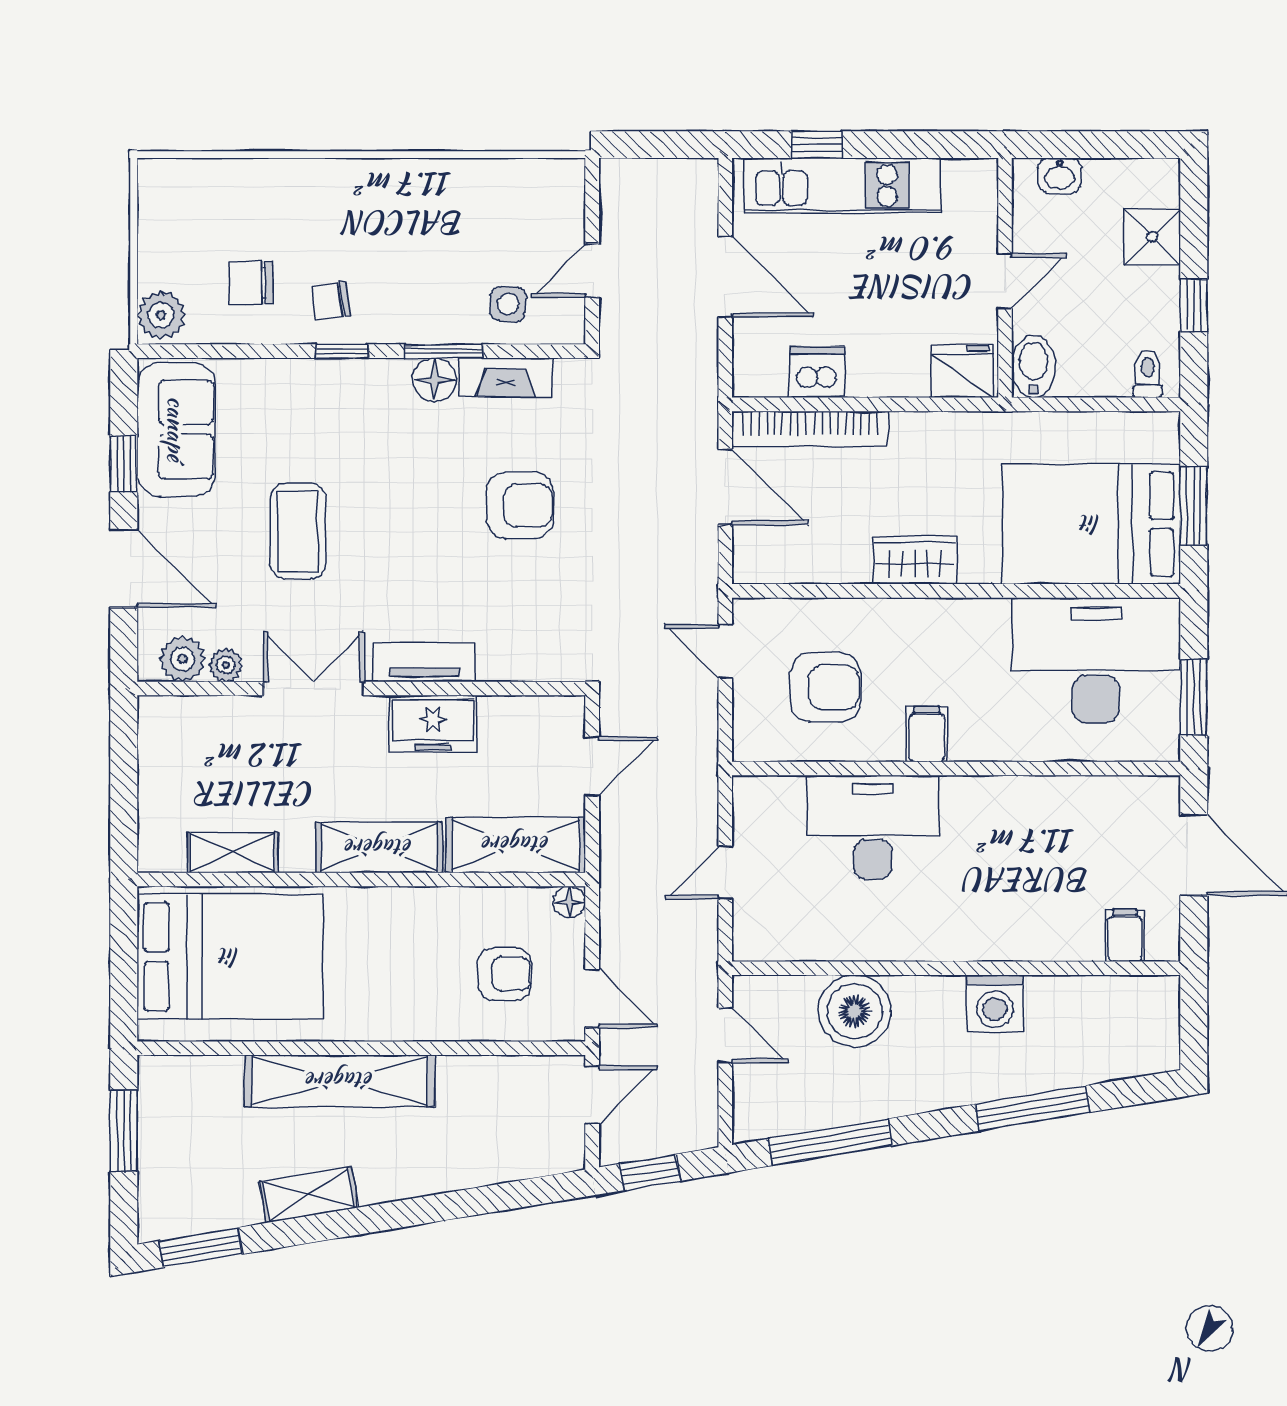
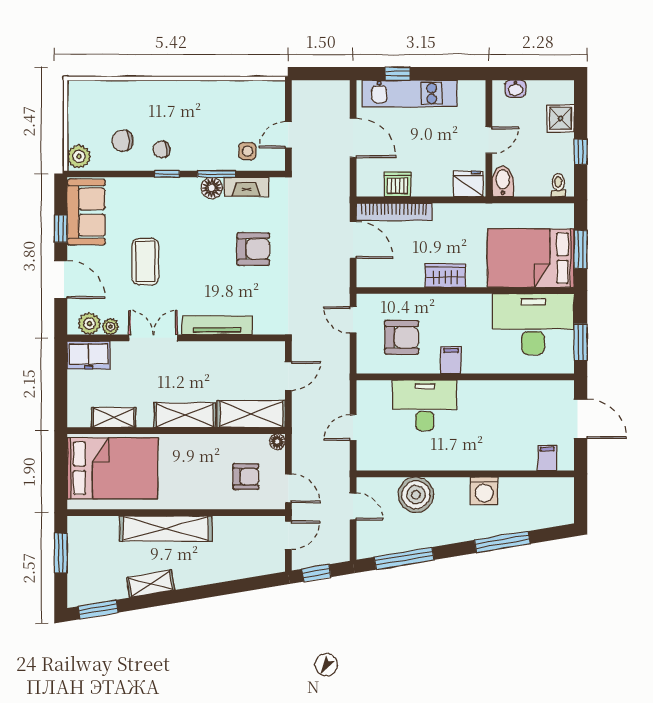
tv unit: (424, 662) -> (217, 325), width x1.41
freezer: (433, 724) -> (89, 355), moved

